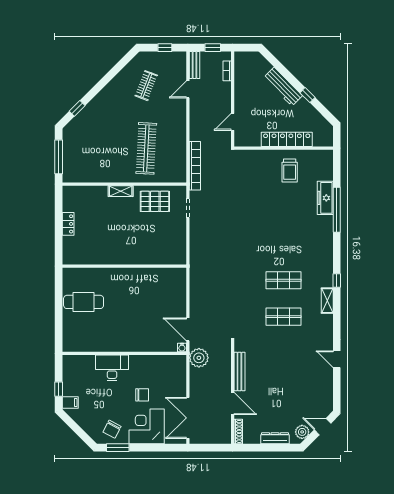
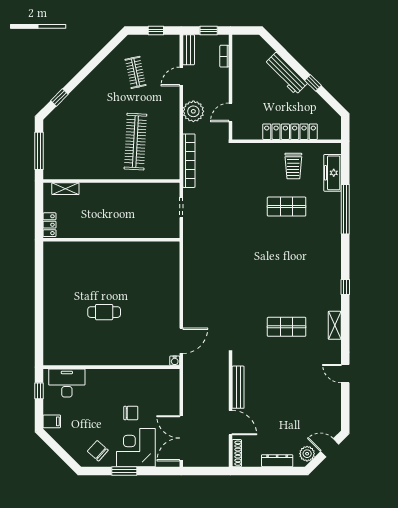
clothes rail: (146, 86) -> (135, 72), turned -33
shelving: (121, 191) -> (65, 189), moved
freezer: (325, 198) -> (332, 173), moved
pallet: (155, 201) -> (145, 200), removed
wall: (124, 266) -> (111, 240), moved
shop shelf: (284, 280) -> (287, 207), moved
shelving: (327, 301) -> (335, 325), moved
cafe table: (84, 302) -> (104, 312), moved, width x0.73, depth x0.74
door: (188, 329) -> (181, 341), swing flipped
plant: (199, 358) -> (193, 111), moved
desk: (112, 368) -> (67, 383), moved
window: (59, 389) -> (39, 391), moved
chair: (112, 429) -> (98, 451), turned 104
window: (118, 448) -> (124, 471), moved

